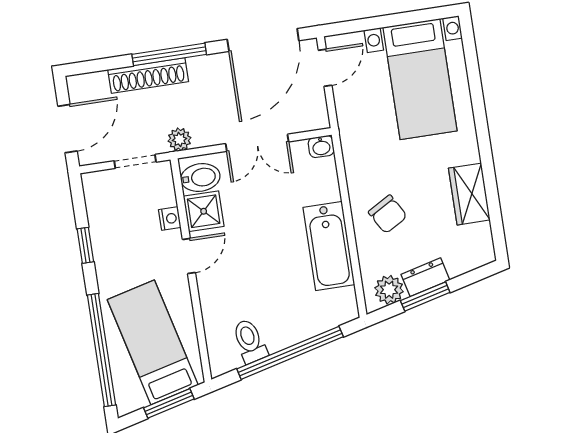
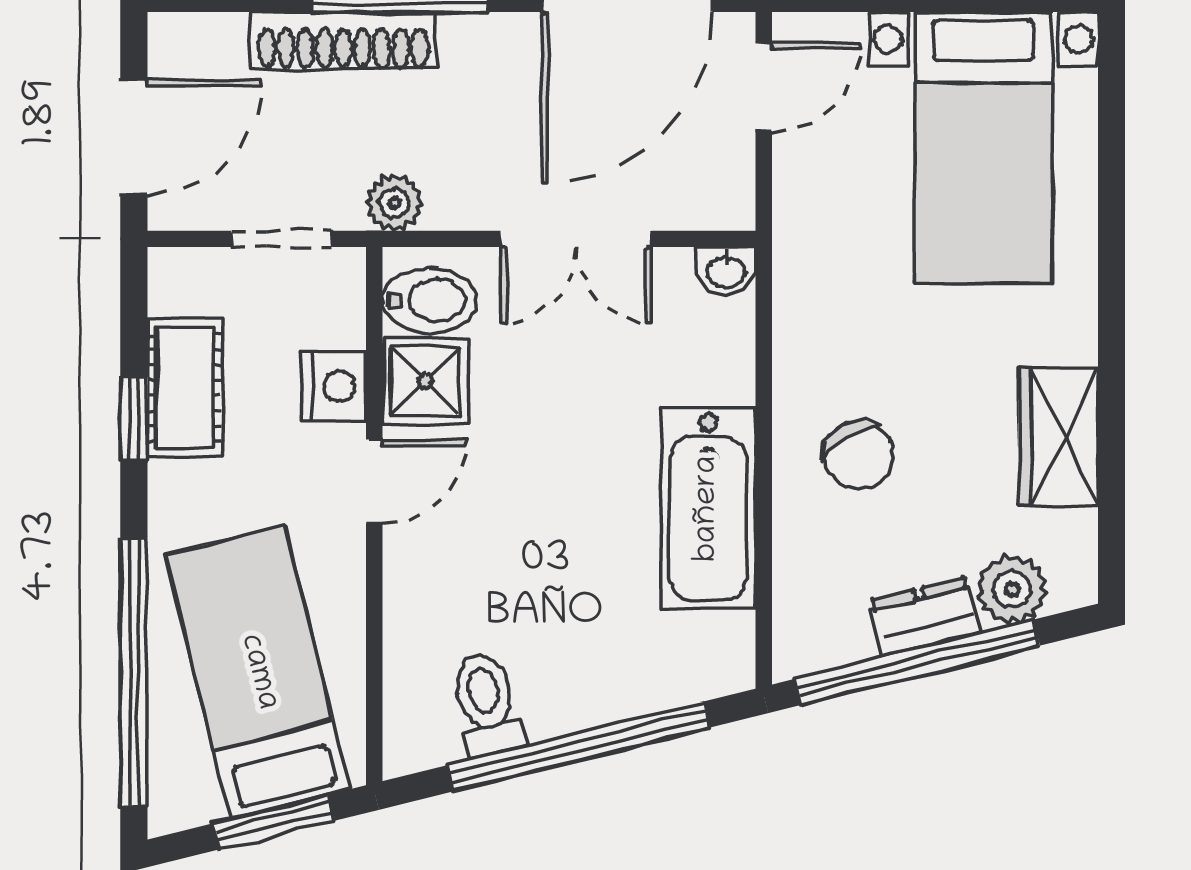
nightstand: (170, 219) -> (334, 386), width x1.39, depth x1.35
cot: (104, 229) -> (185, 388), added
plant: (389, 290) -> (1012, 589), moved
window: (425, 296) -> (917, 662), width x2.11

